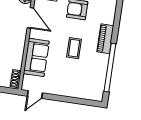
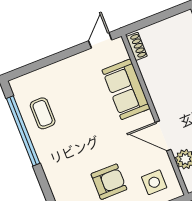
piano: (105, 39) -> (51, 165), removed
coffee table: (74, 48) -> (43, 113), moved

